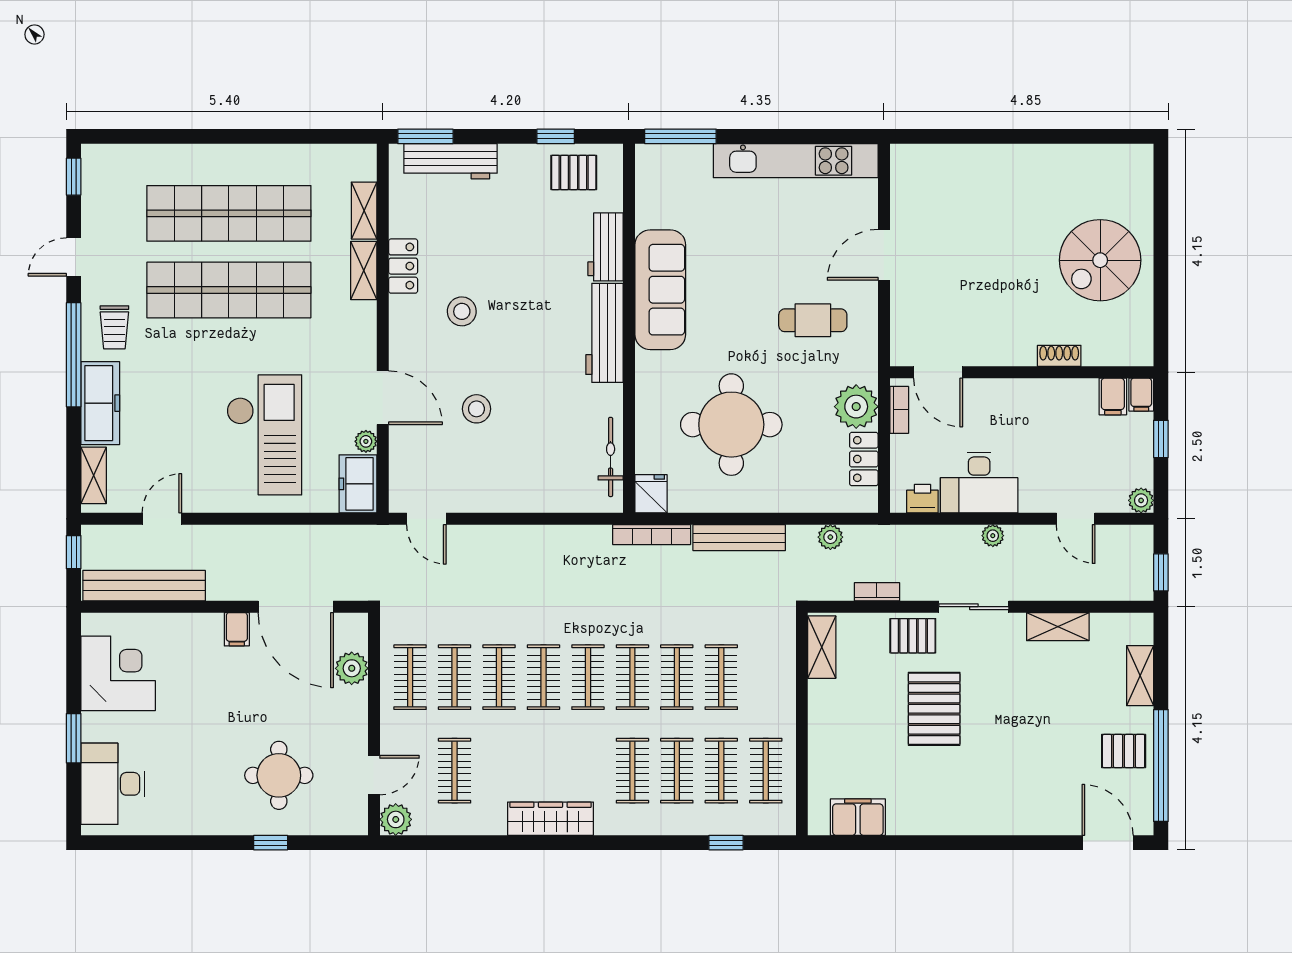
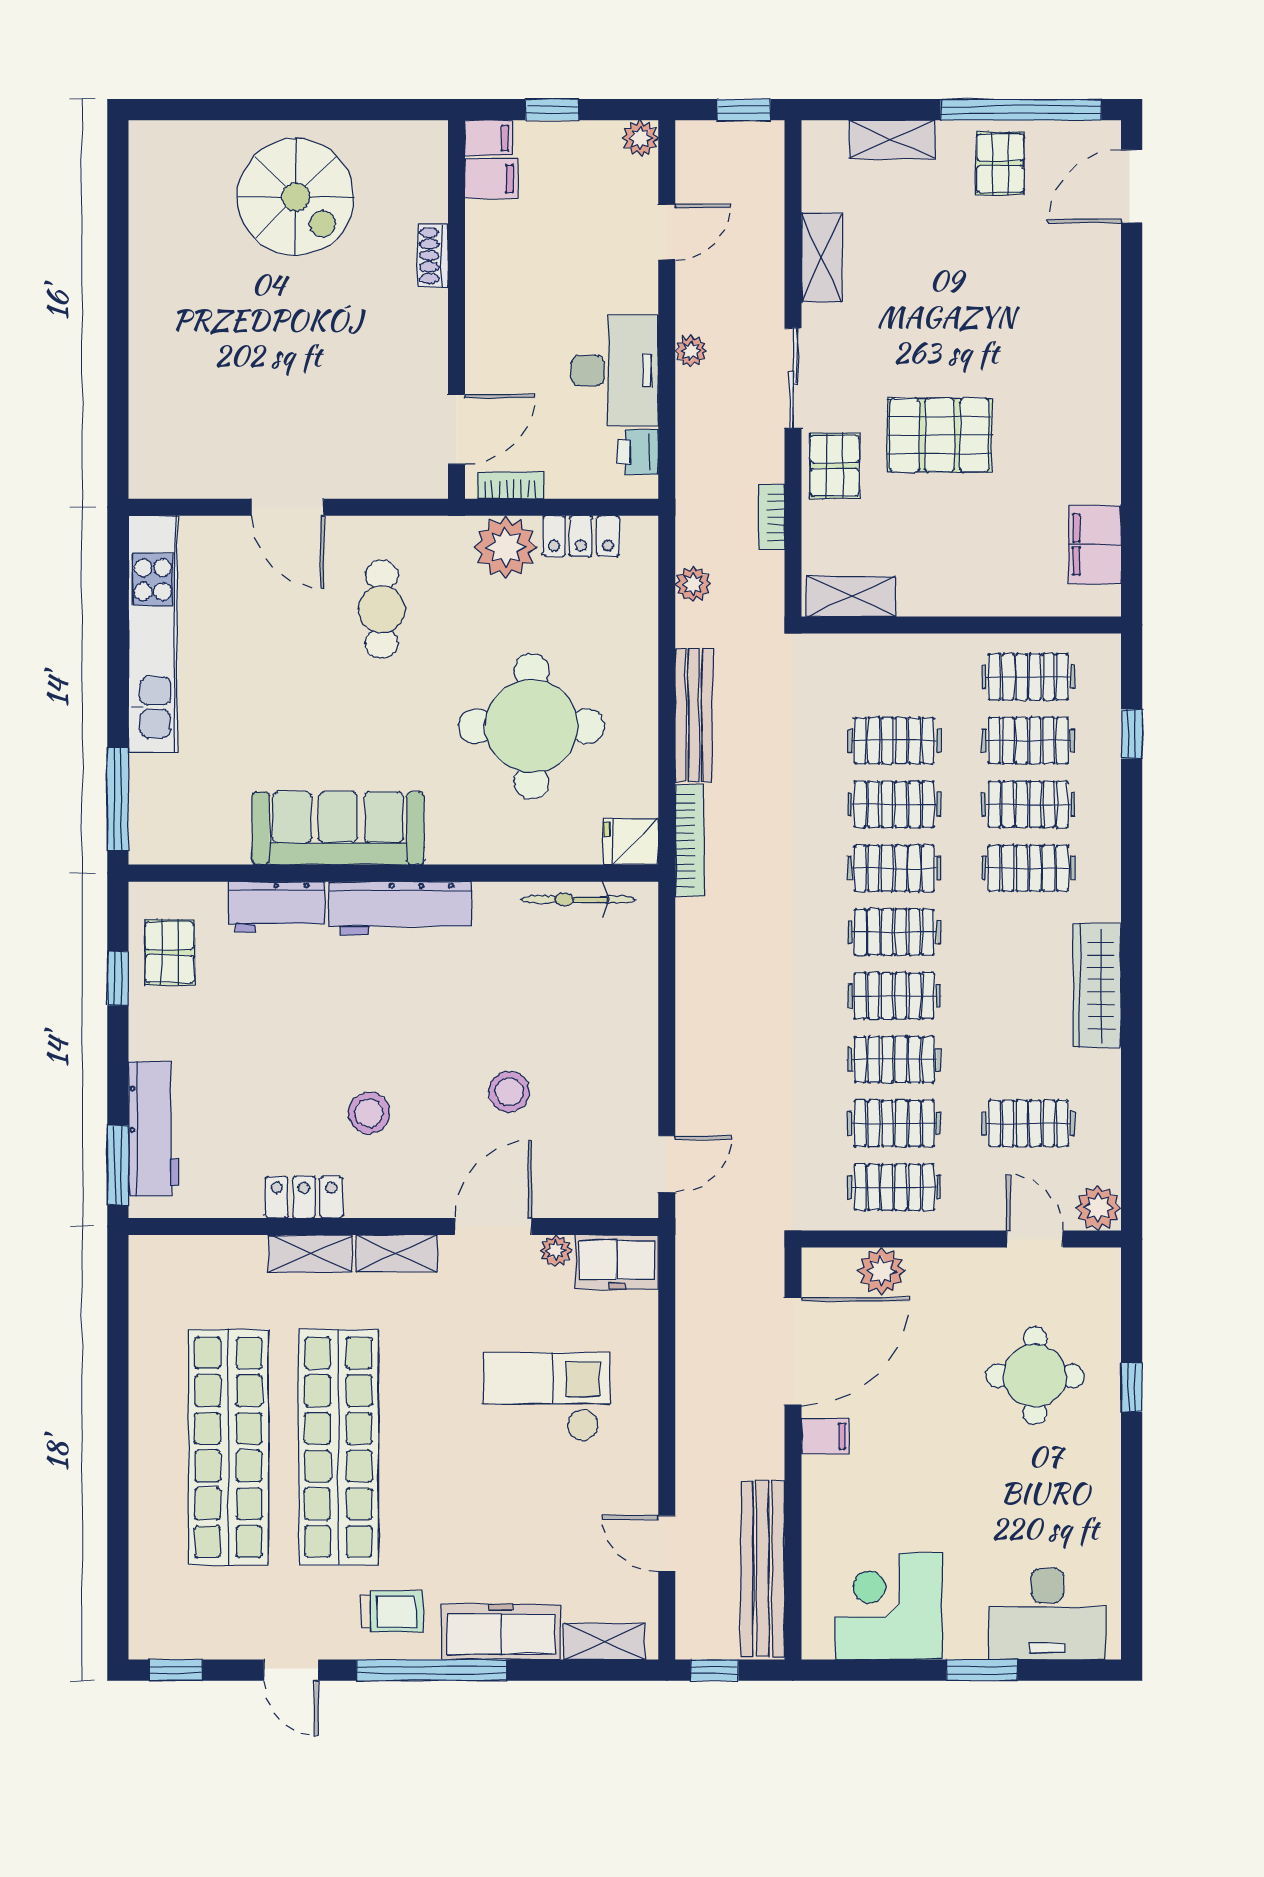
shelving: (364, 211) -> (396, 1253), moved
checkout: (264, 435) -> (546, 1397), width x0.73, depth x0.83

